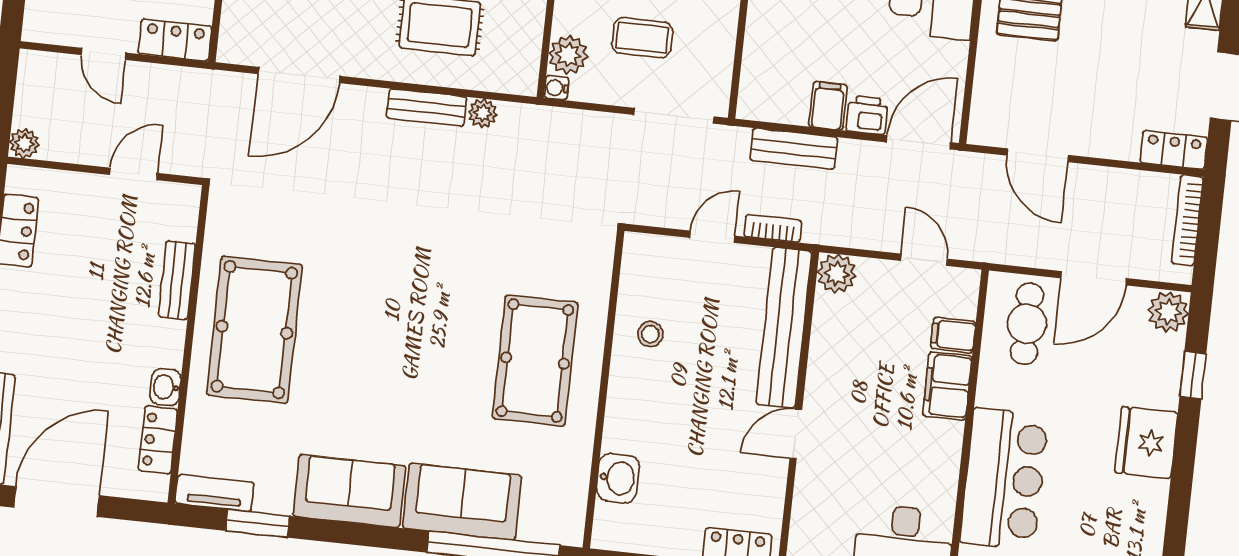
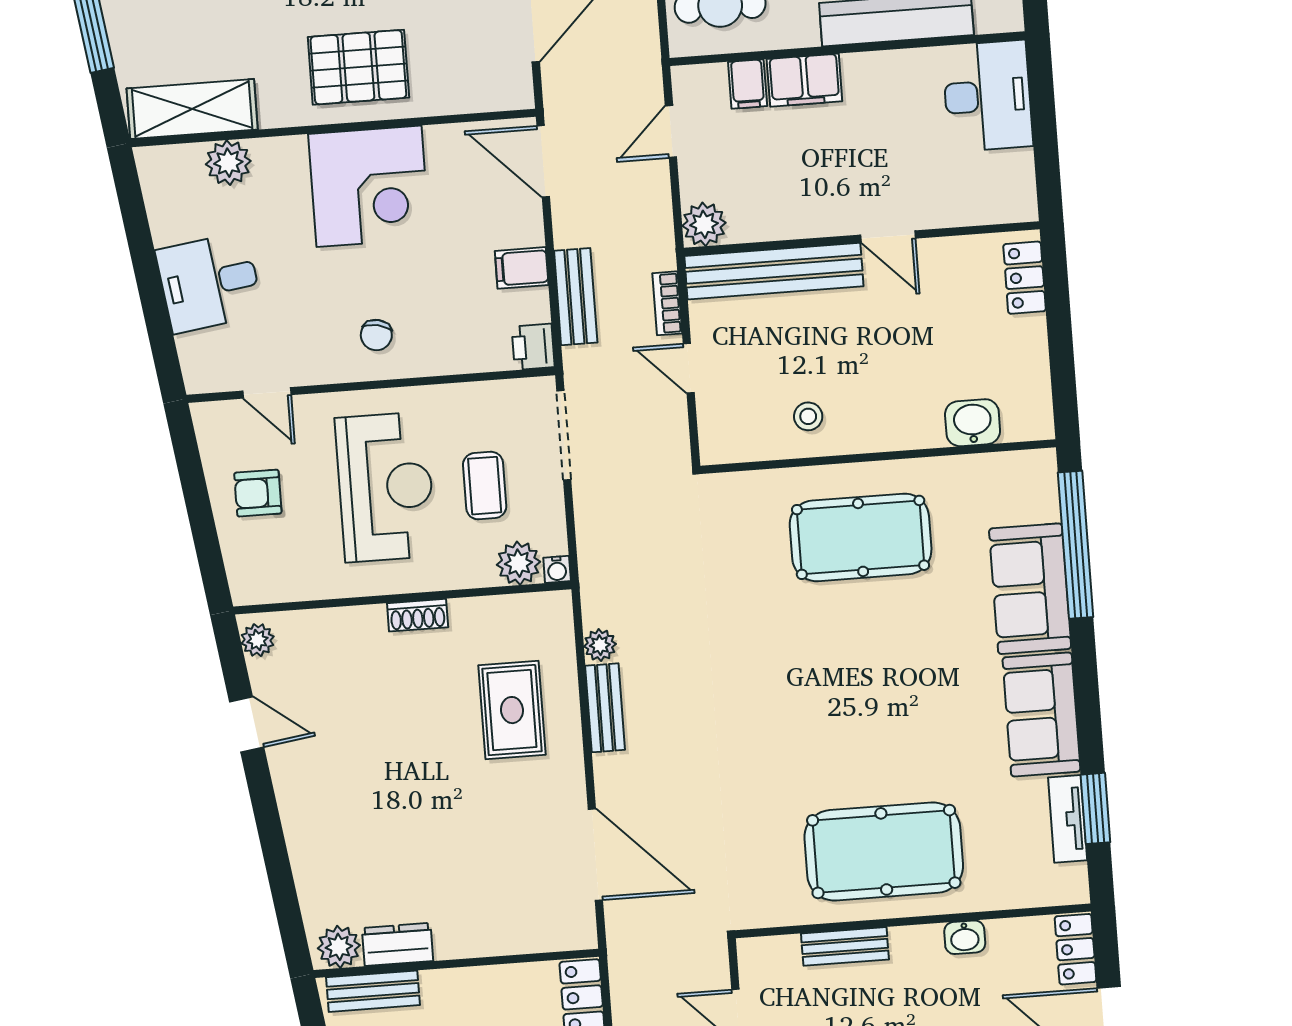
printer: (867, 115) -> (533, 347), moved
locker: (158, 440) -> (1075, 949), moved, turned 90
tv unit: (215, 493) -> (1068, 819), moved

